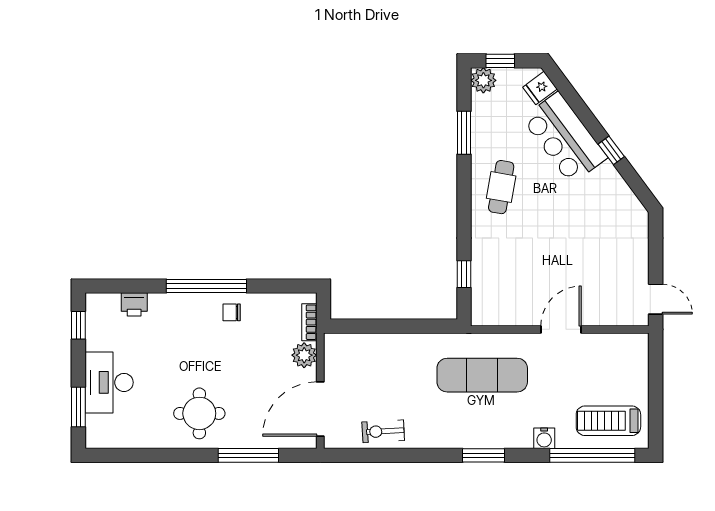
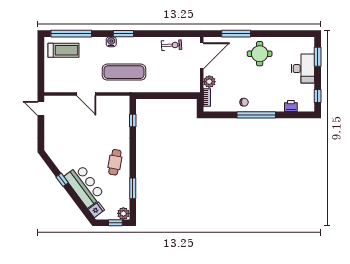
door: (561, 329) -> (86, 94), hinge flipped
water cooler: (544, 438) -> (111, 42), moved

